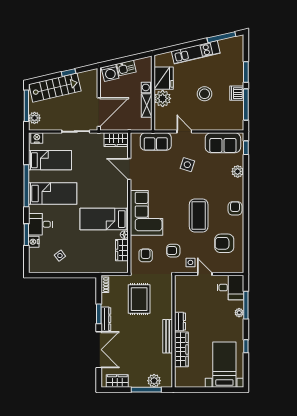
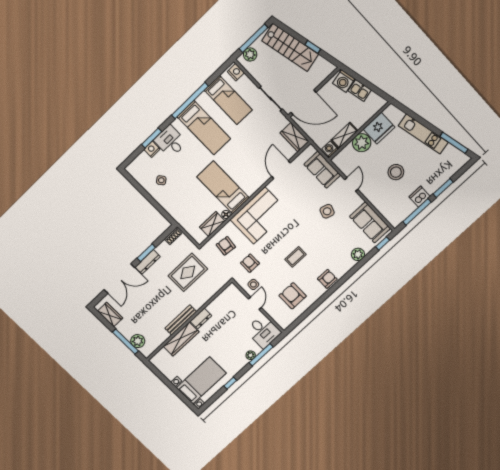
washing machine: (147, 87) -> (330, 149), moved
coffee table: (199, 216) -> (295, 257), width x0.54, depth x0.58
armchair: (146, 255) -> (226, 246), turned -83

